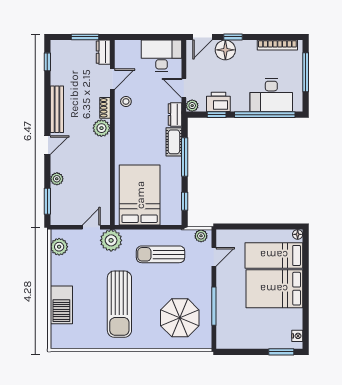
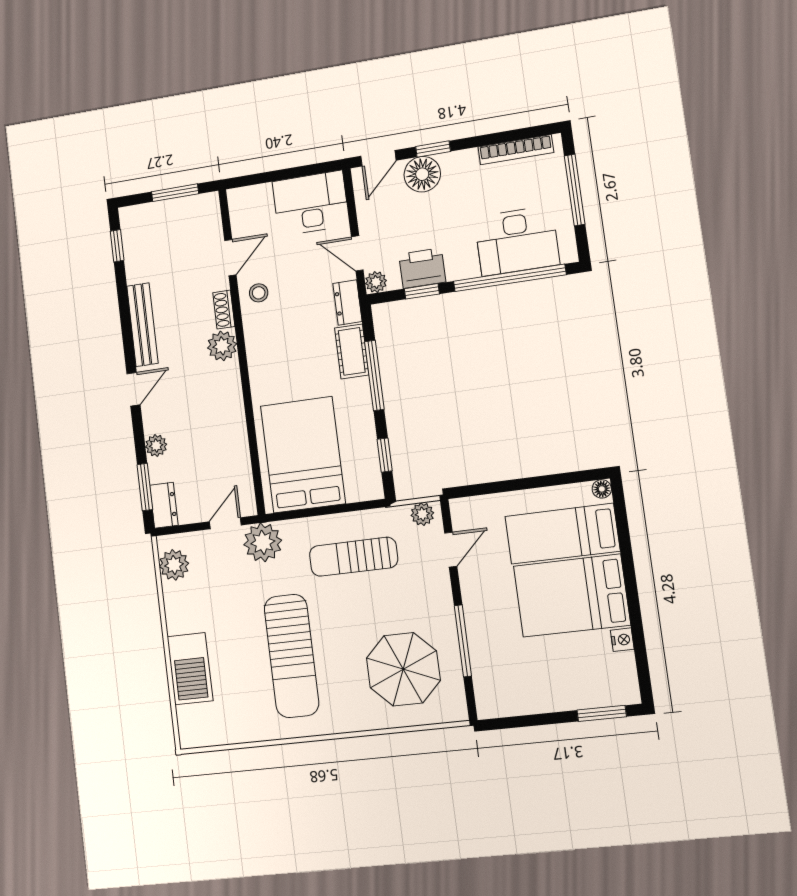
dresser: (103, 52) -> (164, 505), moved, turned 180
nightstand: (297, 336) -> (622, 640), moved

